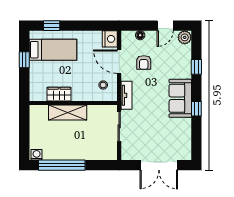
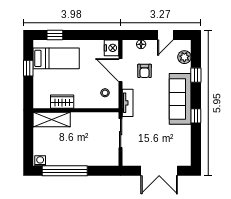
plant: (185, 37) -> (184, 57), moved
sofa: (180, 98) -> (180, 99), width x1.36
shelving: (68, 112) -> (52, 119), moved

